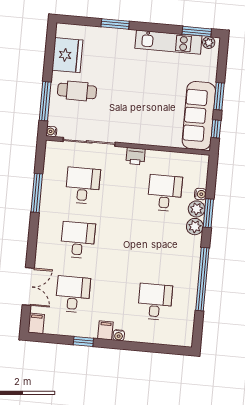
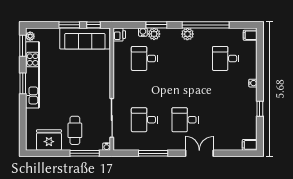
window: (115, 24) -> (23, 83), moved
kitchen unit: (168, 42) -> (33, 75), width x1.36
printer: (136, 156) -> (119, 35), moved
plant: (195, 227) -> (187, 34), moved
double door: (28, 286) -> (199, 153), moved
desk: (73, 294) -> (226, 120), removed
filing cabinet: (105, 330) -> (250, 35), moved

